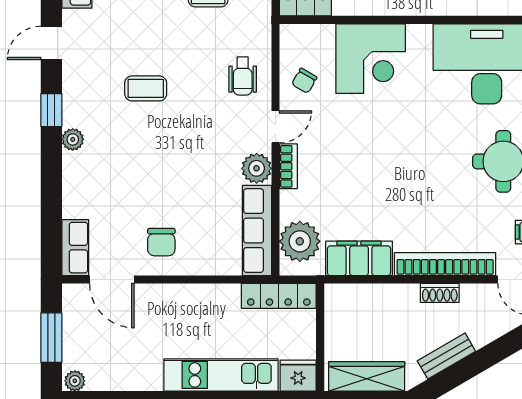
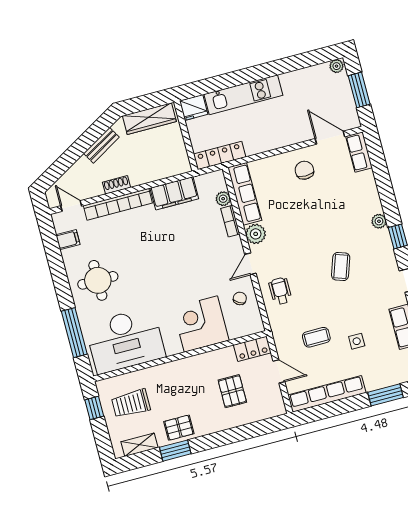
coffee table: (146, 88) -> (341, 266), turned -71
bookcase: (288, 166) -> (230, 221), moved
plant: (300, 241) -> (223, 199), width x0.53, depth x0.53

